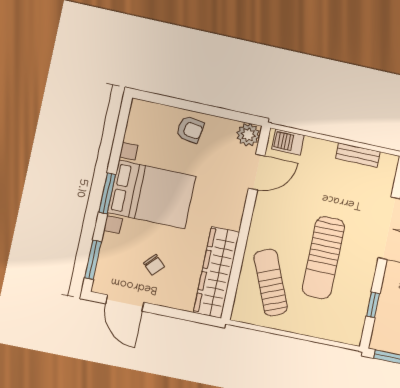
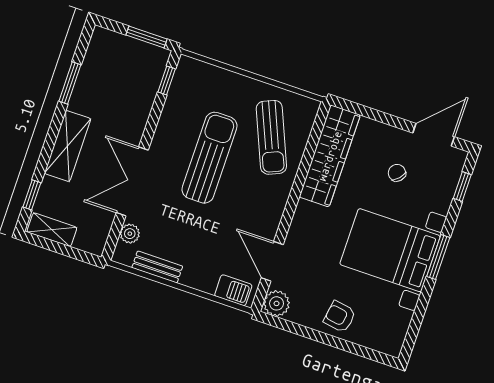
door: (257, 172) -> (272, 261), hinge flipped
plant: (386, 182) -> (130, 234), added
window: (93, 260) -> (462, 187), width x0.67
door: (125, 303) -> (434, 135), hinge flipped
window: (373, 305) -> (167, 80), moved

